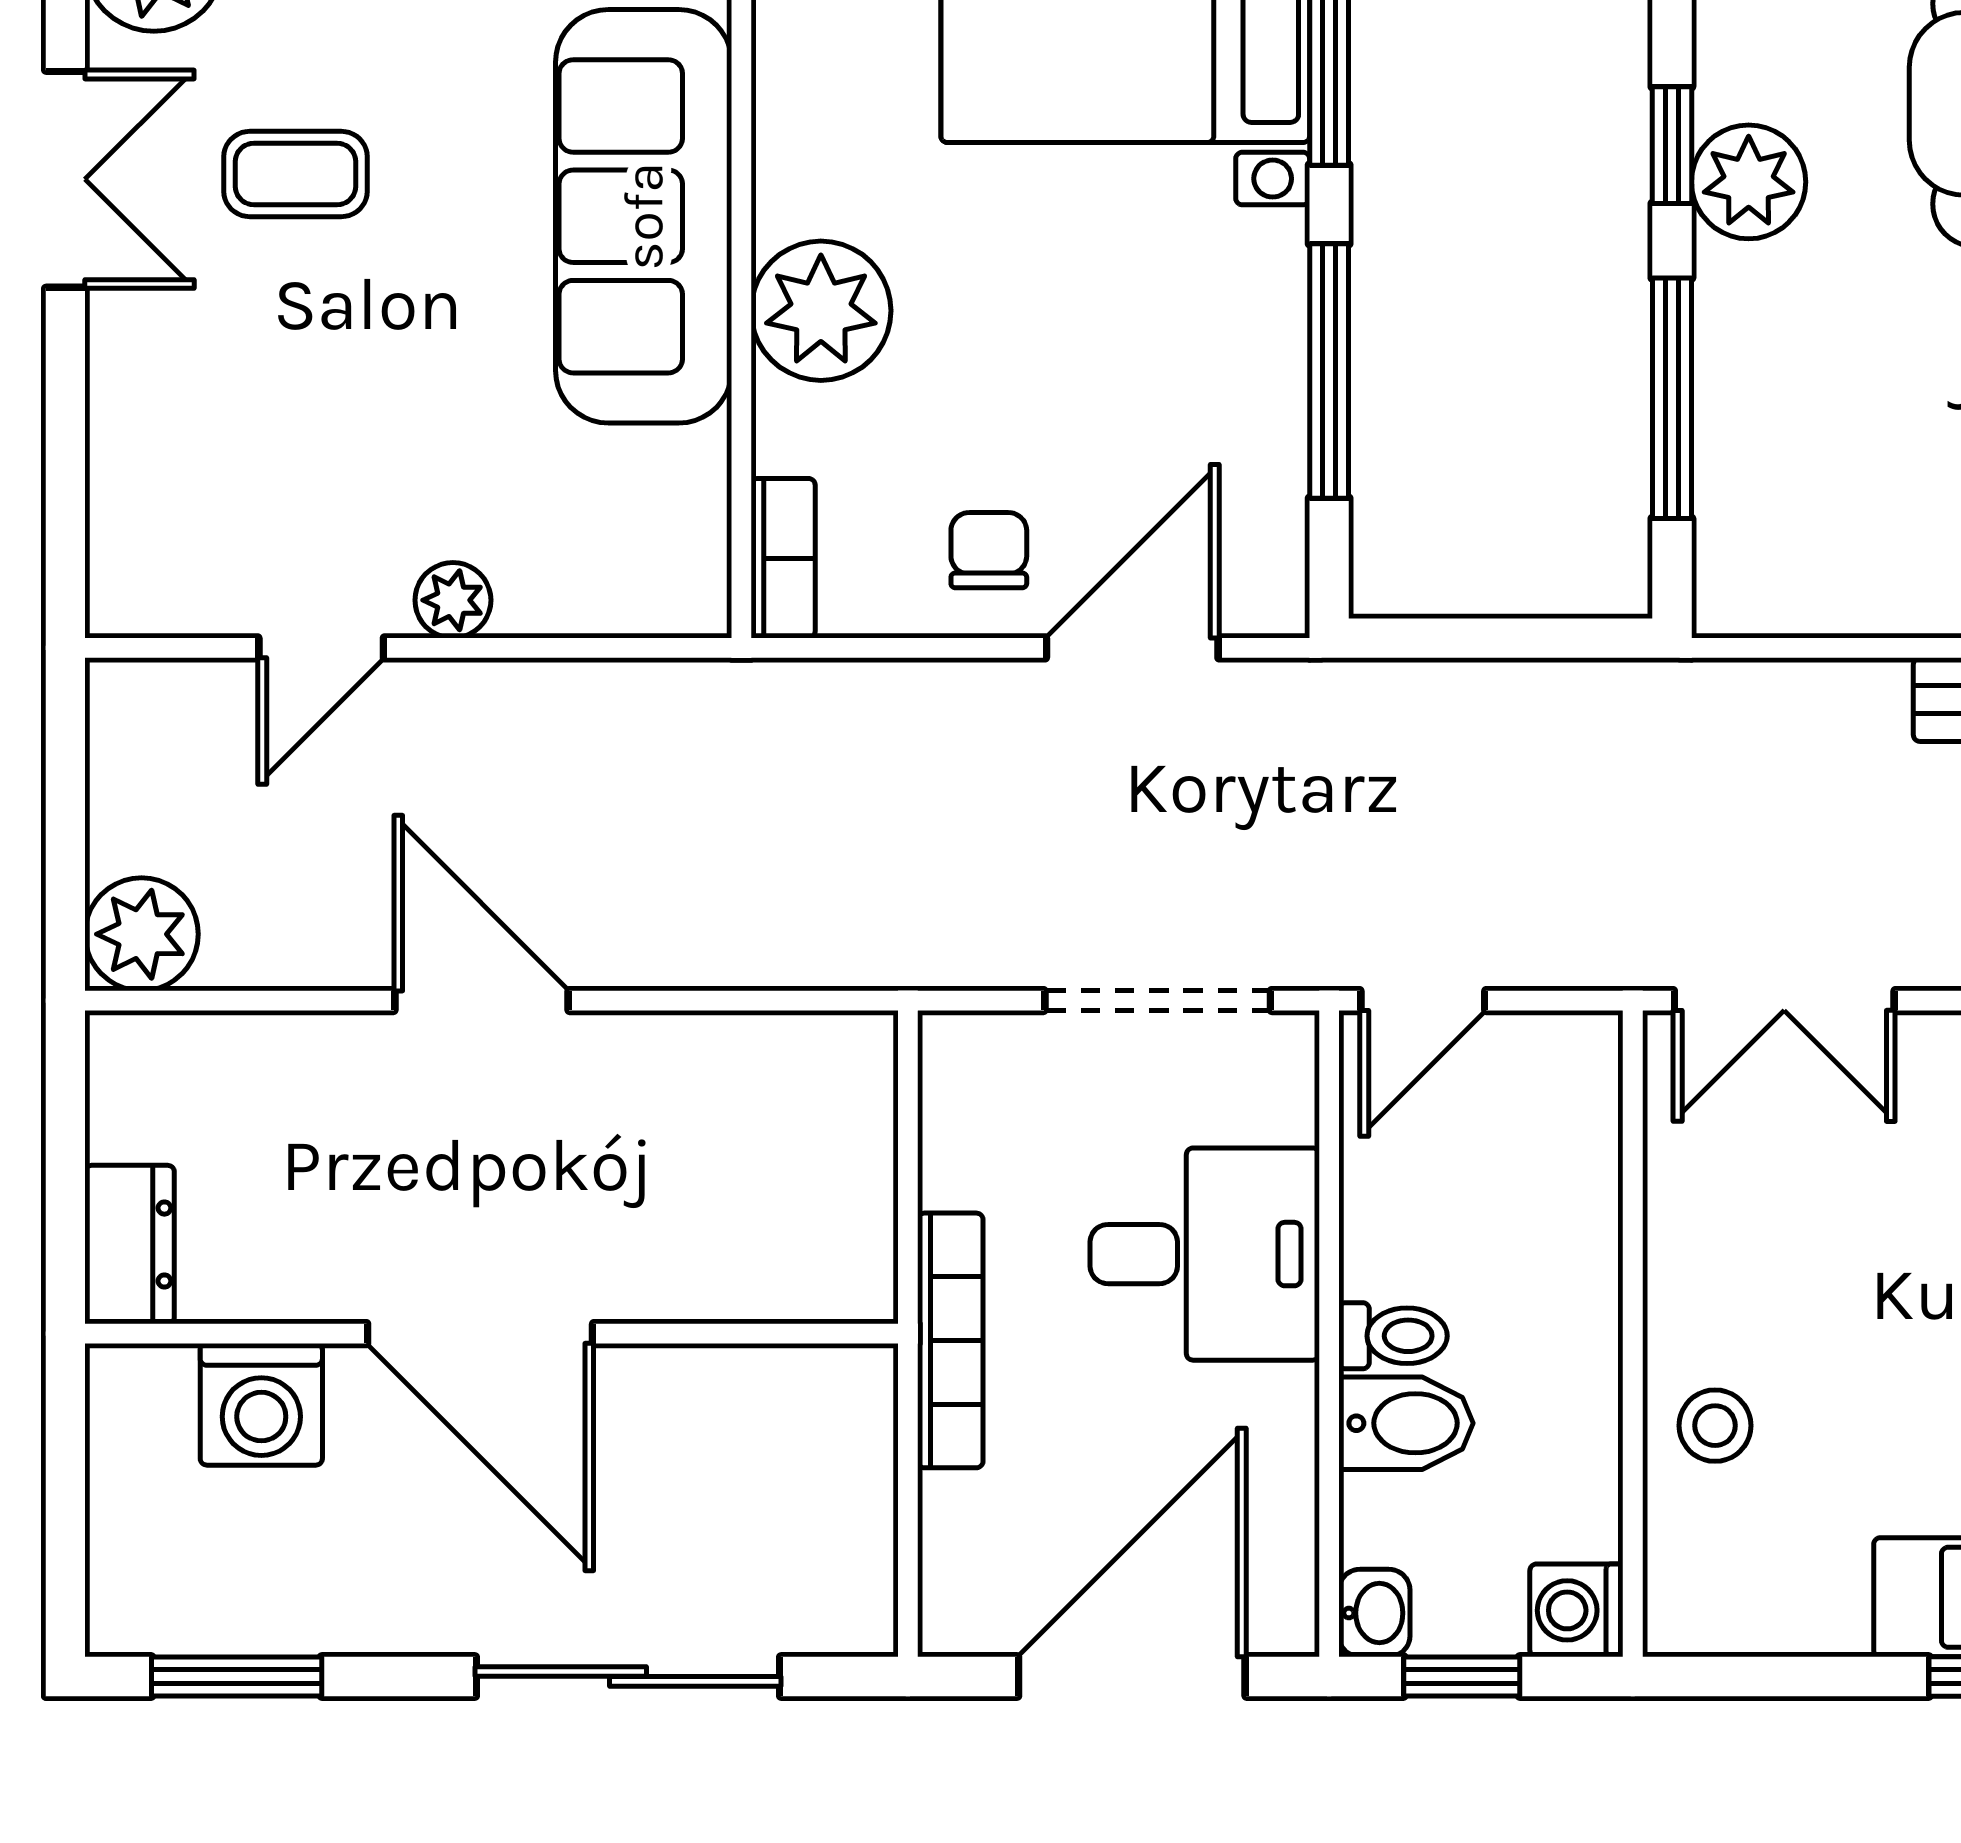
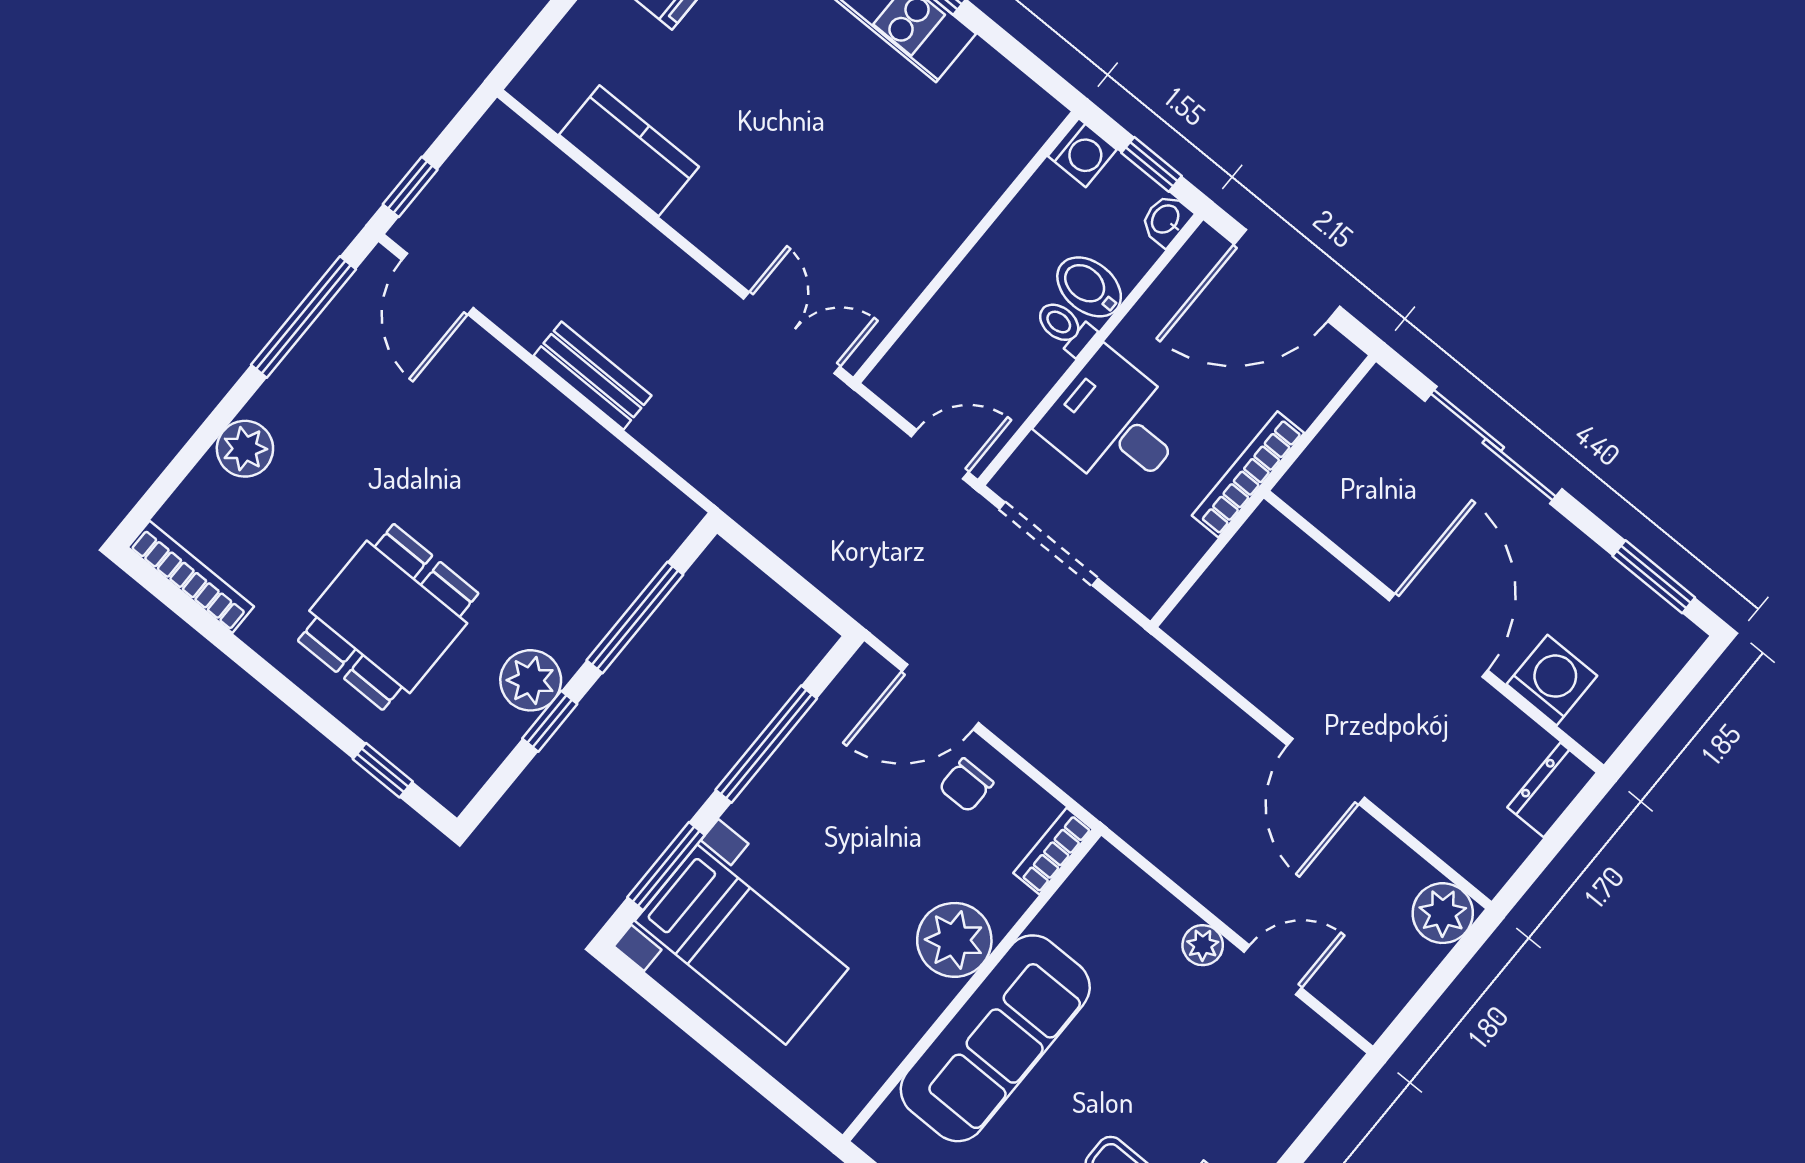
stool: (1715, 1426) -> (963, 182), removed

